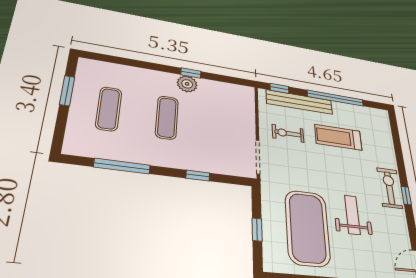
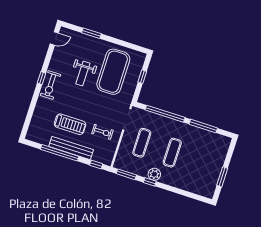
window: (231, 80) -> (126, 174), added
bench: (300, 102) -> (71, 148), moved
exercise mat: (109, 109) -> (142, 143), moved
window: (198, 175) -> (165, 114), width x3.17

